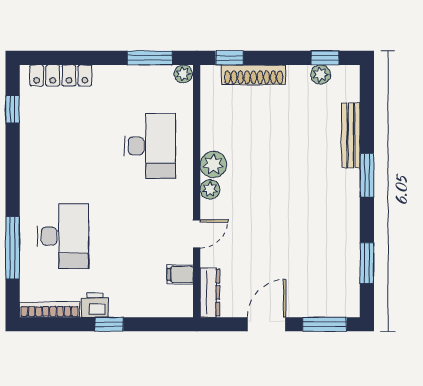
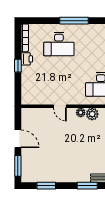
window: (13, 248) -> (74, 21), moved
filing cabinet: (180, 274) -> (41, 99), removed
dresser: (210, 292) -> (33, 112), removed

